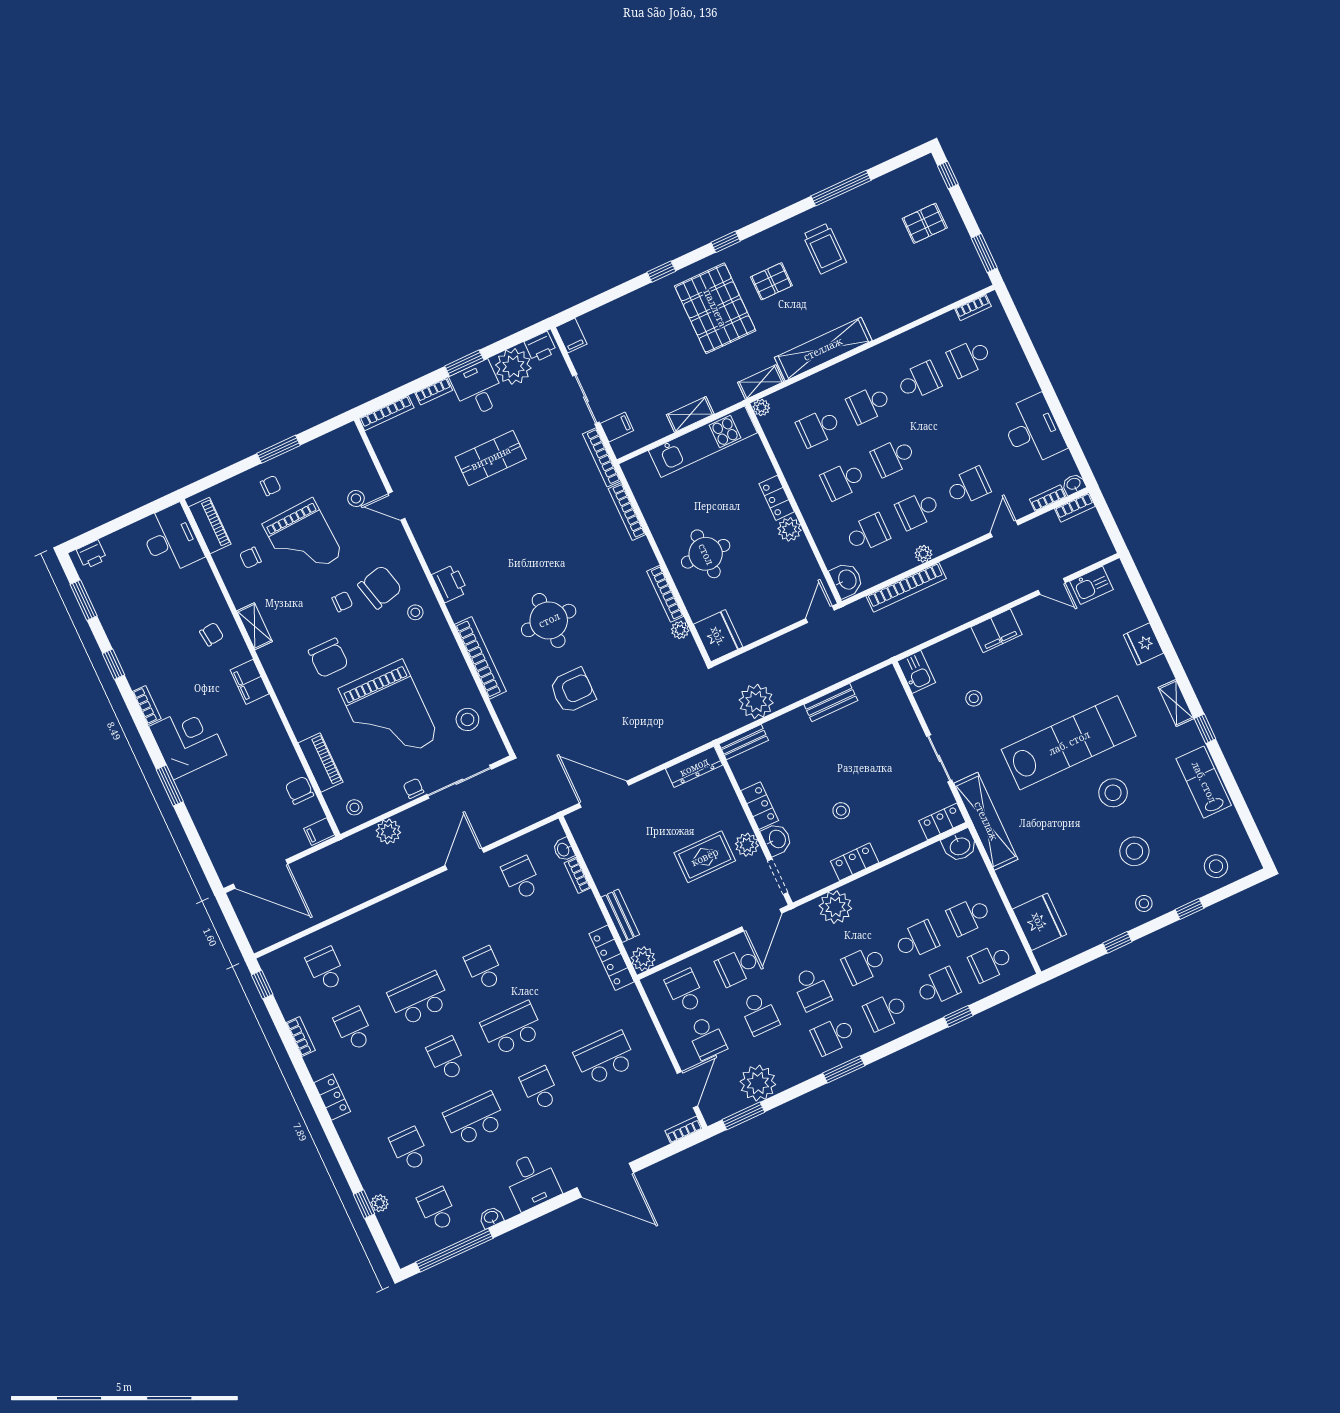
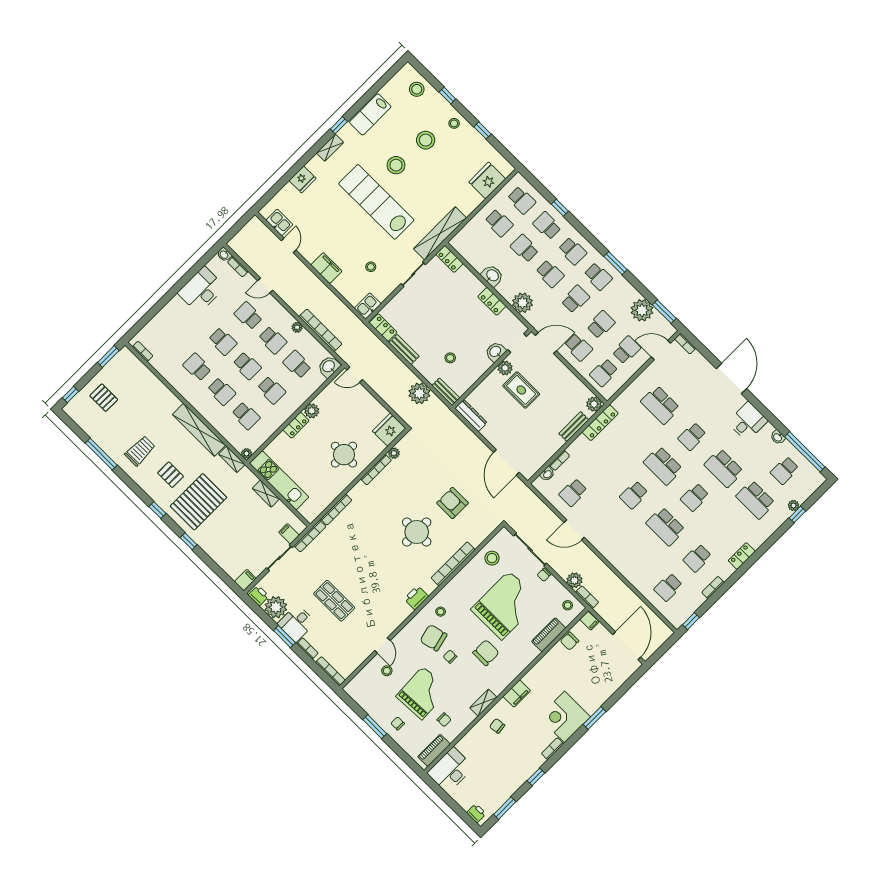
school desk: (969, 358) -> (223, 341), moved
bookcase: (1075, 507) -> (587, 597), moved
locker: (760, 806) -> (383, 328), moved, turned 90
stool: (841, 811) -> (450, 358), moved
washbasin: (960, 846) -> (492, 276), moved
school desk: (409, 1149) -> (755, 500), width x1.85

